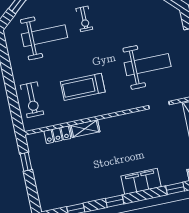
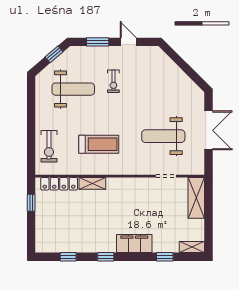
weight bench: (148, 65) -> (163, 136), turned 180
treadmill: (83, 87) -> (99, 144), turned 180
locker: (57, 135) -> (59, 184), width x1.53

